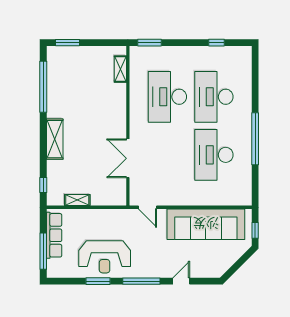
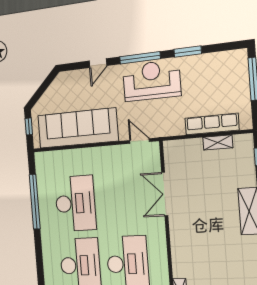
window: (255, 139) -> (35, 202), moved
double door: (128, 158) -> (165, 194), swing flipped
row of seats: (54, 235) -> (212, 124), moved, turned 90
reception desk: (105, 257) -> (152, 81), moved

